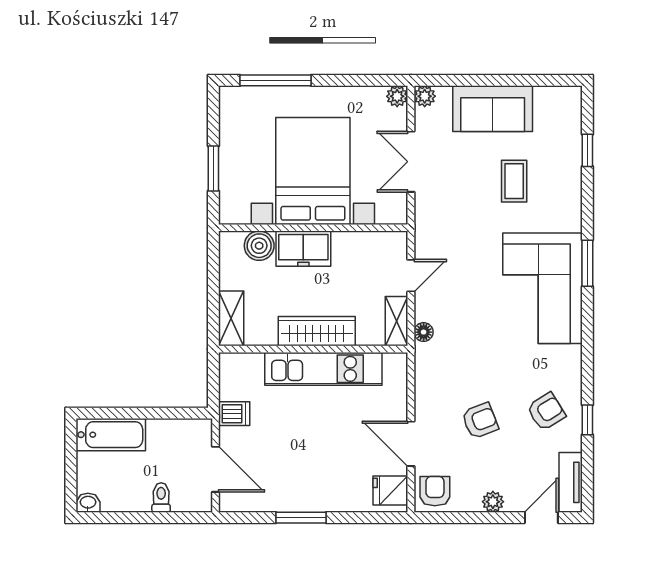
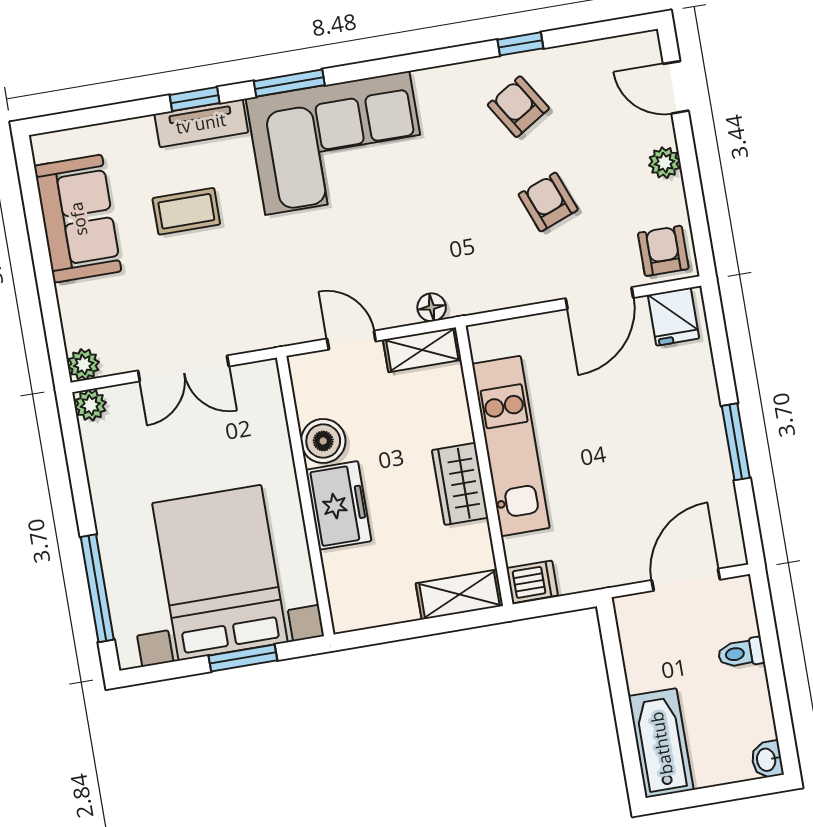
sofa: (493, 109) -> (78, 219), moved
window: (587, 150) -> (195, 99), moved
bed with nightstands: (313, 171) -> (220, 573), moved, turned 90
boiler: (259, 246) -> (323, 441), moved
wardrobe: (317, 331) -> (460, 484), width x0.67
dishwasher: (234, 414) -> (532, 582), moved, turned 90
tv unit: (571, 482) -> (201, 123), moved
armchair: (435, 491) -> (663, 251), turned 90

